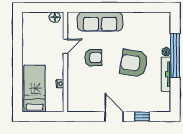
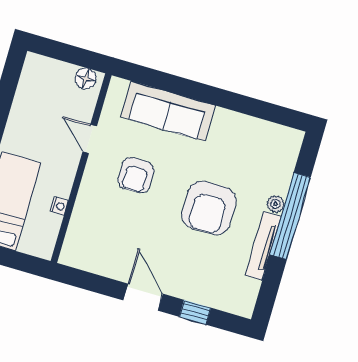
door: (65, 46) -> (90, 139), swing flipped
armchair: (93, 58) -> (136, 175), turned 90
armchair: (134, 63) -> (209, 208), turned -99

